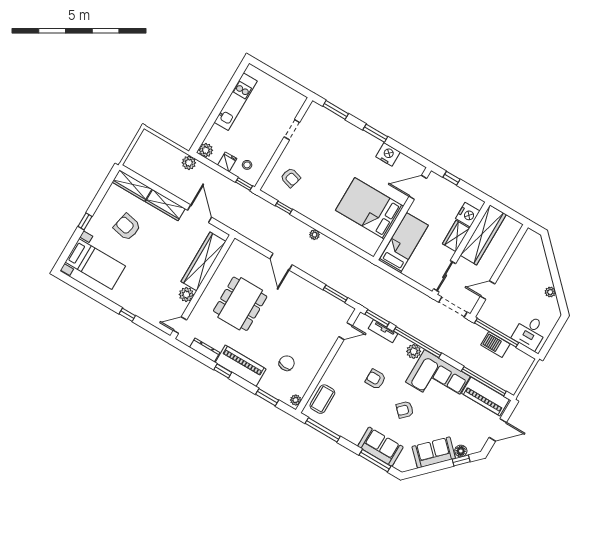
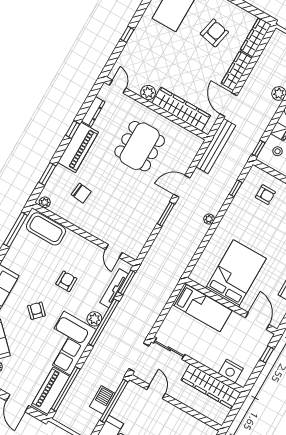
armchair: (291, 178) -> (265, 195), turned -106
door: (200, 214) -> (228, 105), swing flipped
bench: (241, 227) -> (216, 146), added
wardrobe: (456, 236) -> (209, 360), removed
window: (335, 294) -> (166, 214), moved
dining table: (240, 304) -> (140, 146), turned 90
tv unit: (383, 331) -> (114, 288), width x1.41
coffee table: (322, 399) -> (46, 229), width x1.36, depth x1.32

